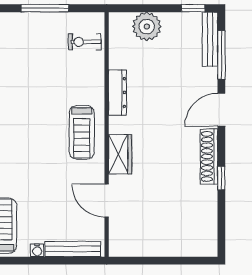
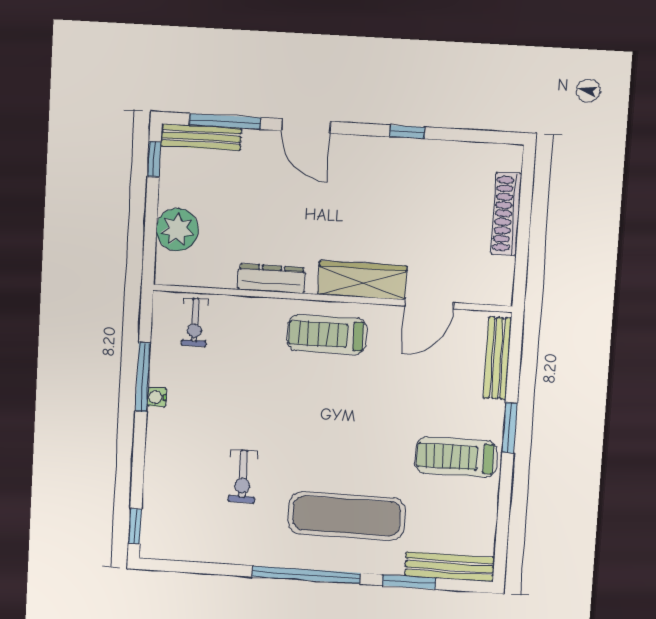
treadmill: (82, 132) -> (327, 335), turned 180
wardrobe: (120, 154) -> (362, 280), width x1.50
shoe rack: (209, 157) -> (506, 214), moved, turned 90
water cooler: (37, 250) -> (157, 397), moved, turned 180
window: (26, 261) -> (510, 428), added

